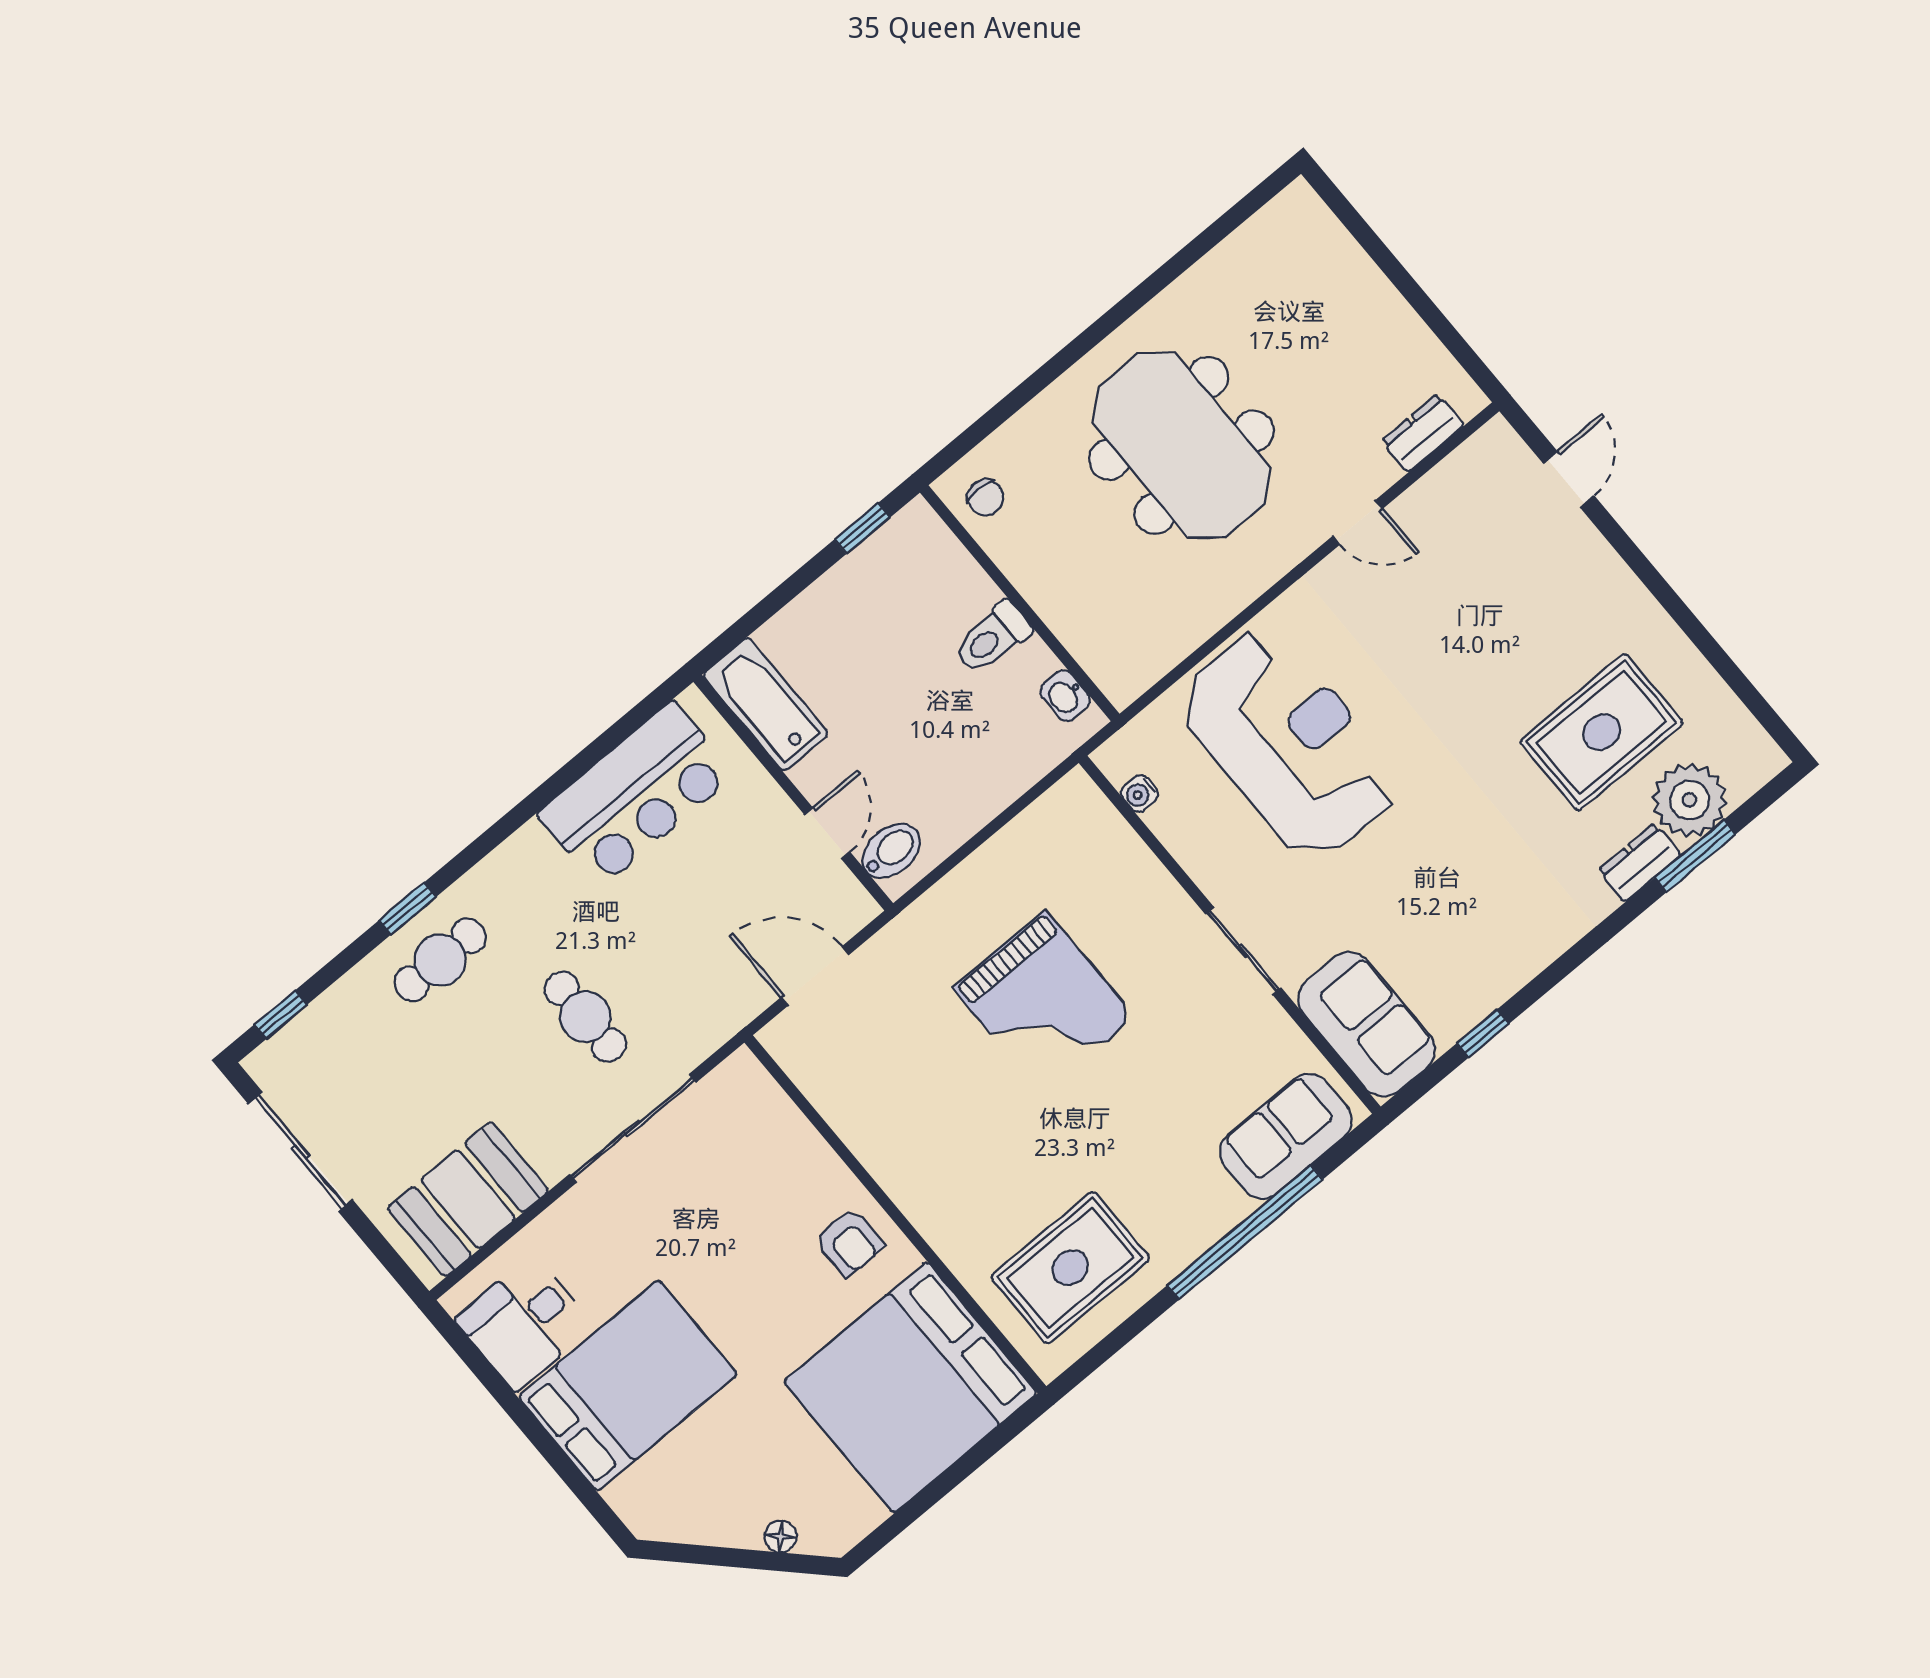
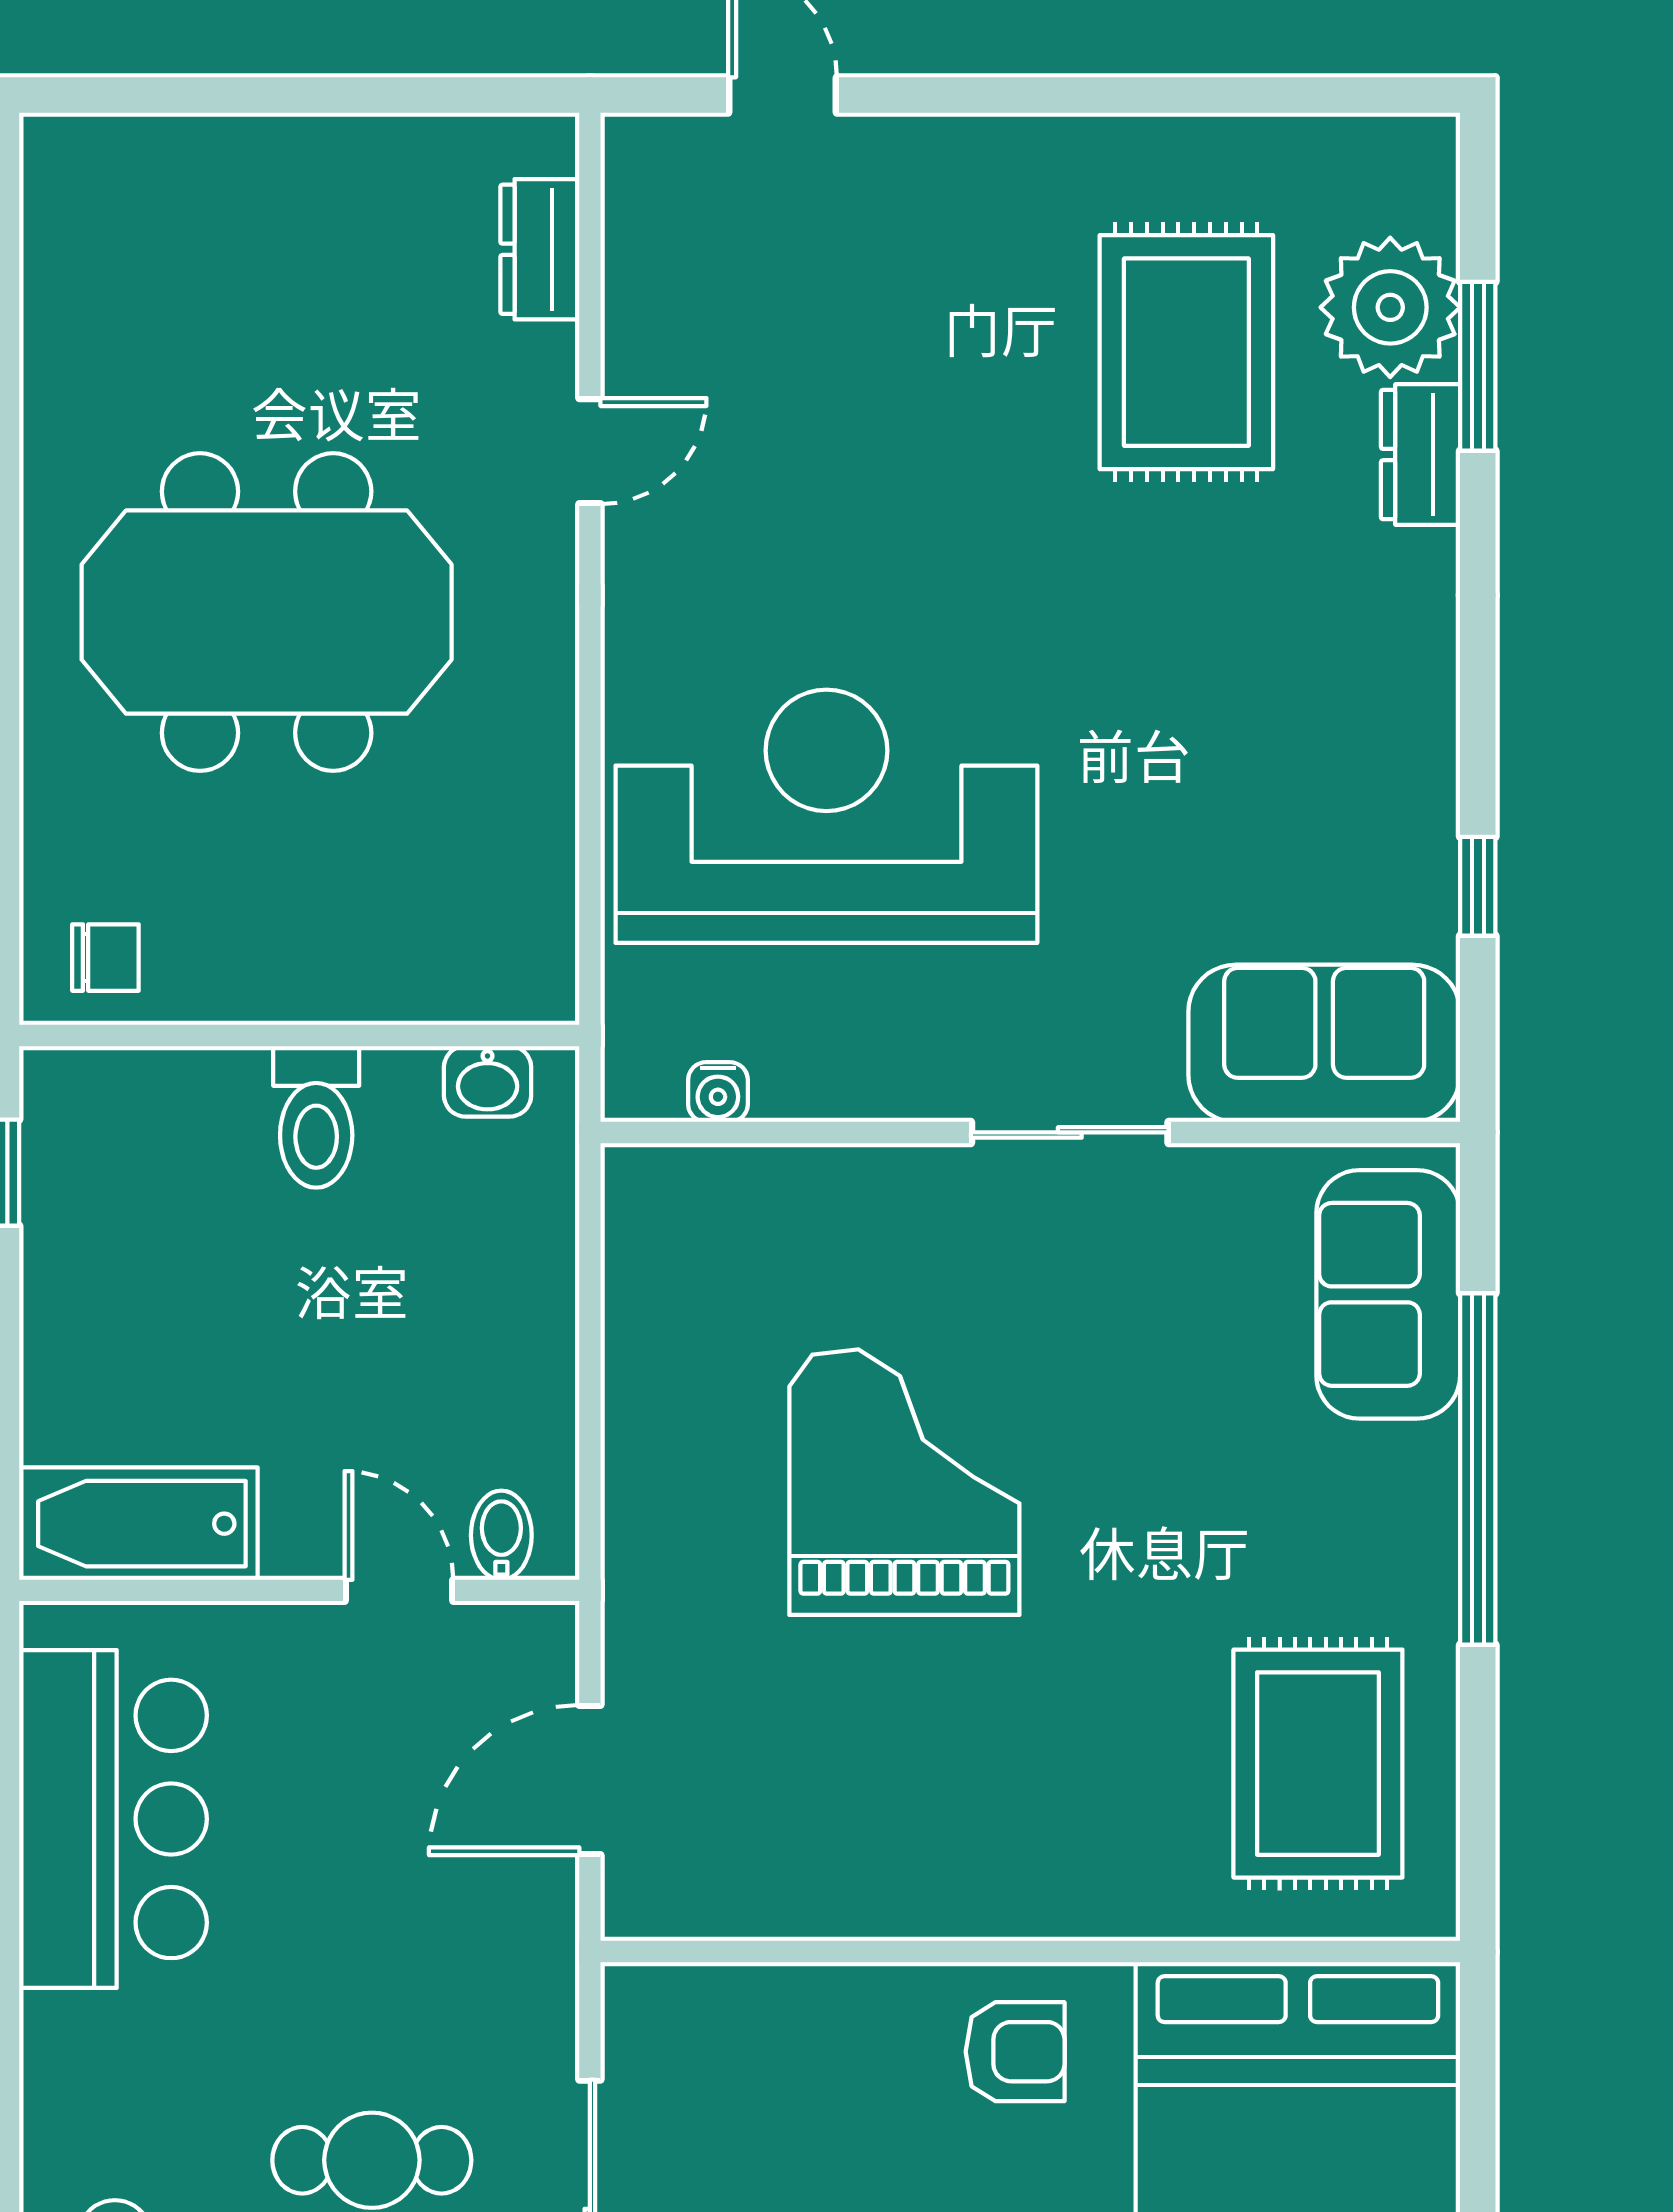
bidet: (891, 851) -> (501, 1535), width x0.72, depth x0.74
grand piano: (1044, 1003) -> (904, 1482), turned -90

